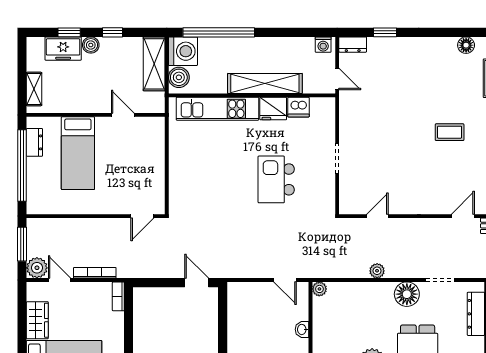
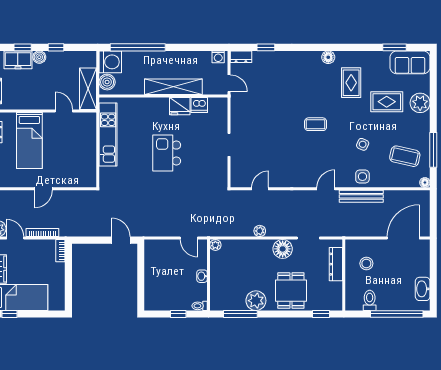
shelving: (154, 64) -> (88, 89), moved
kitchen unit: (217, 109) -> (108, 134), moved, turned -90
kitchen island: (276, 179) -> (167, 153), moved
door: (142, 216) -> (43, 189), moved

